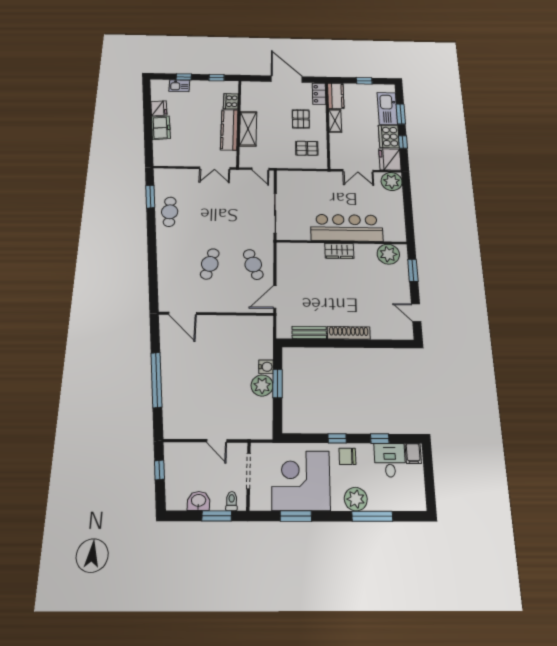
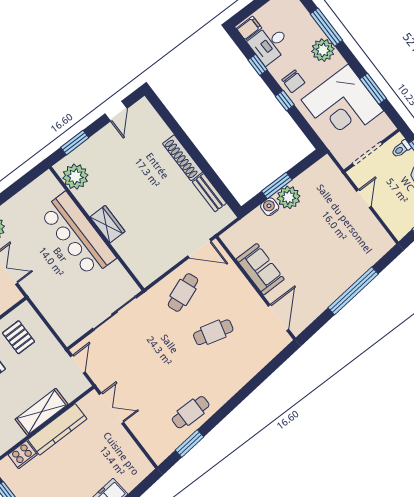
sofa: (227, 327) -> (260, 269), added

